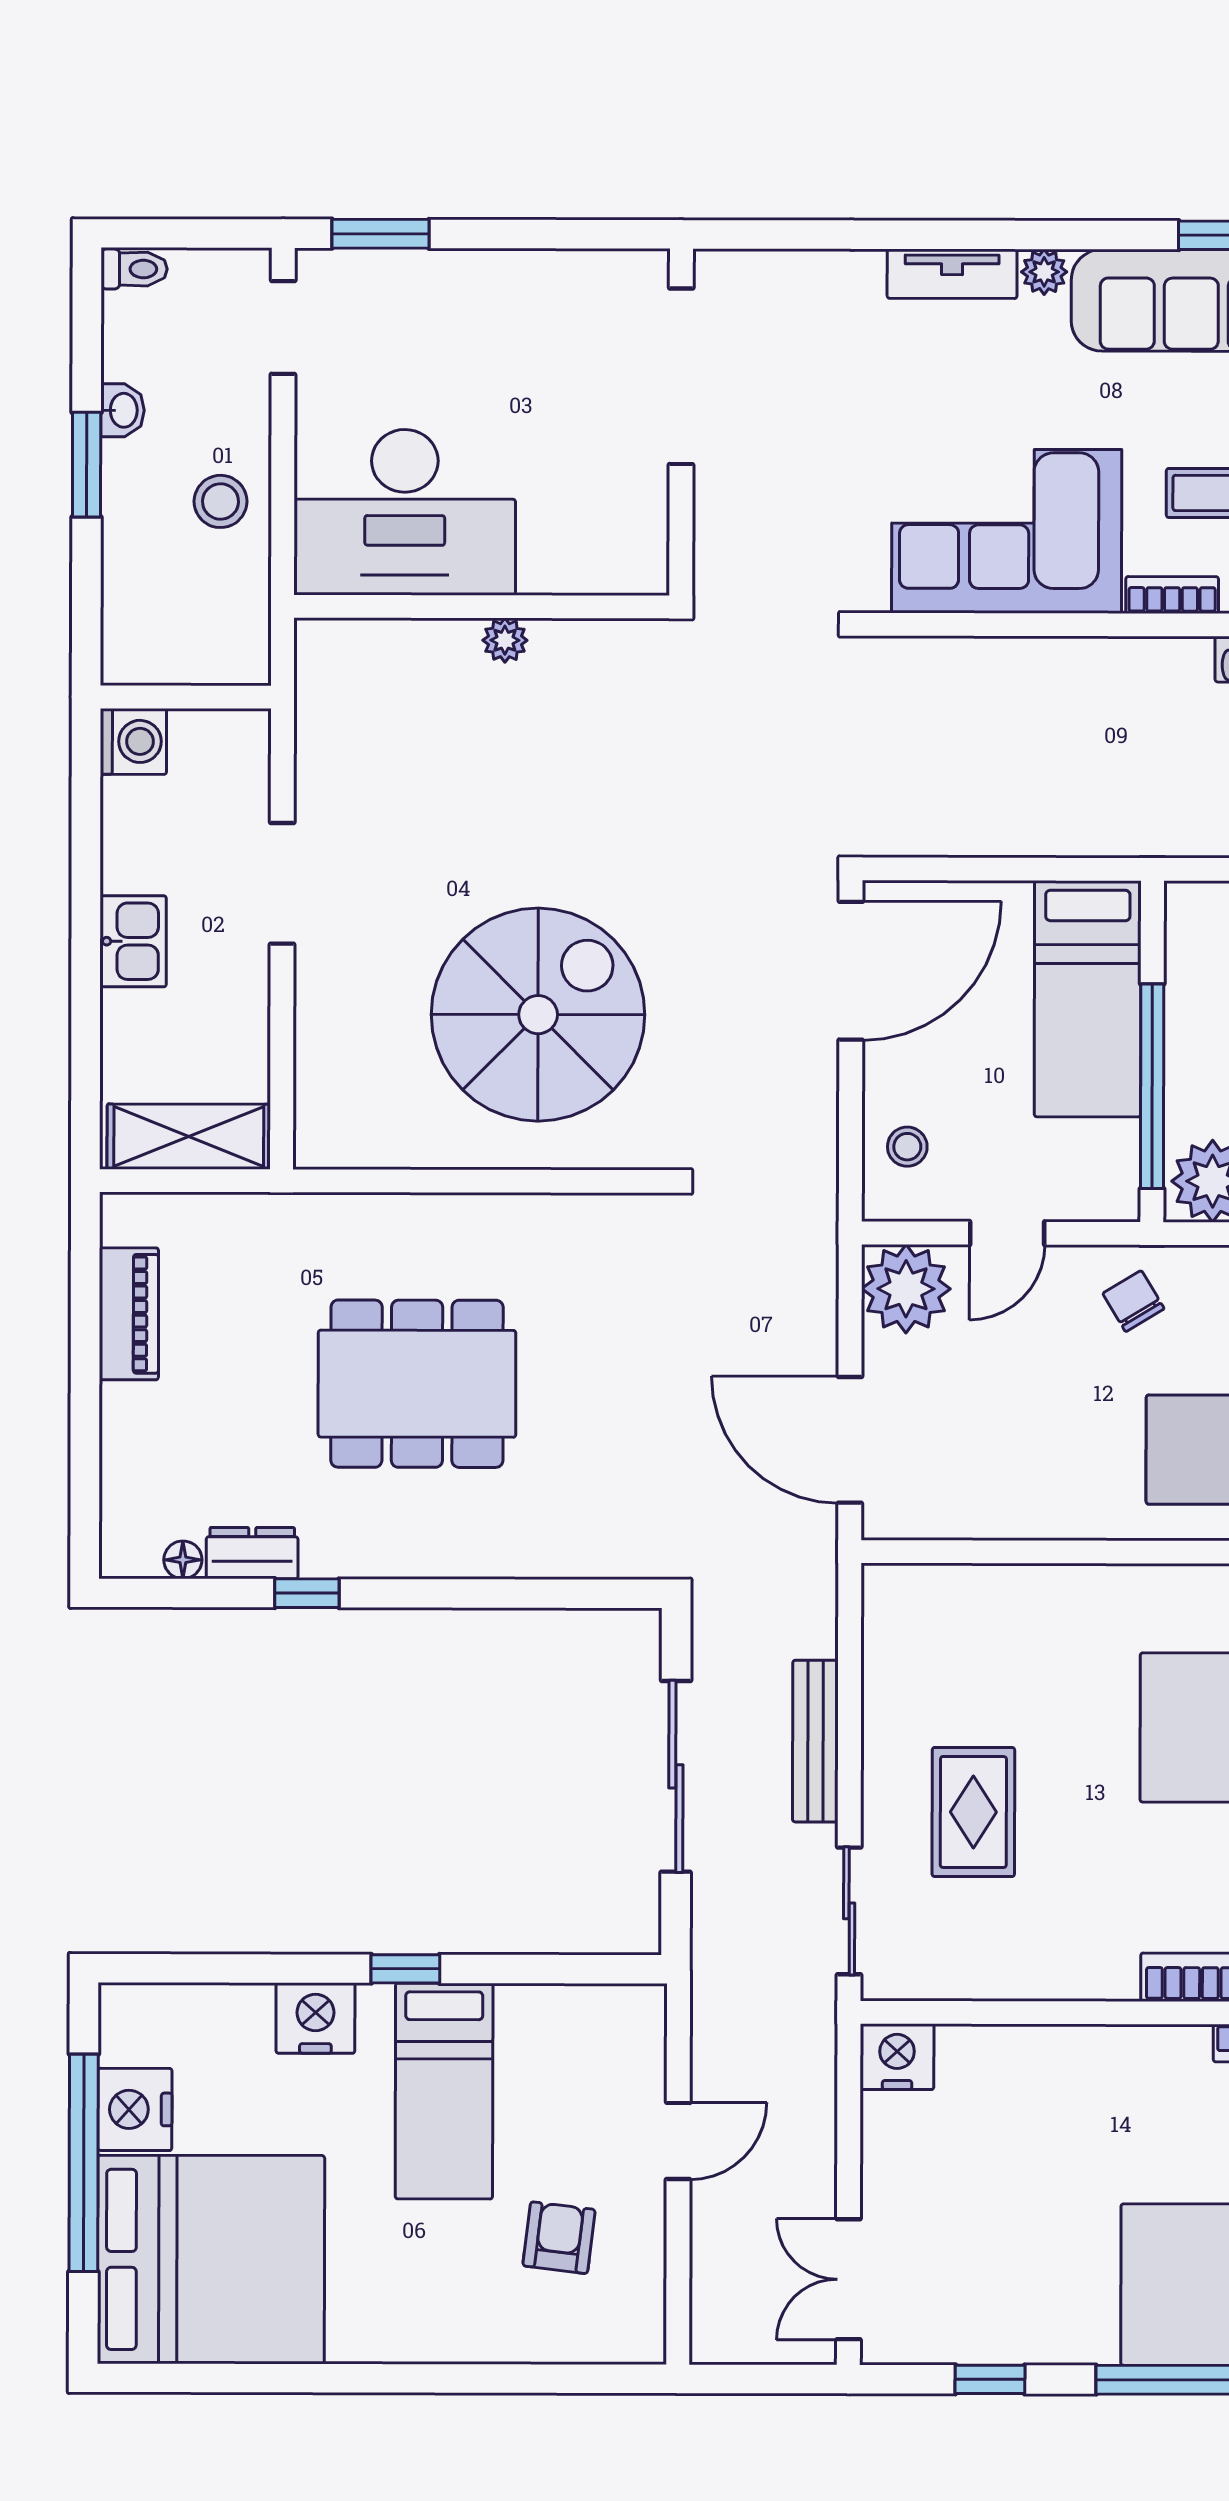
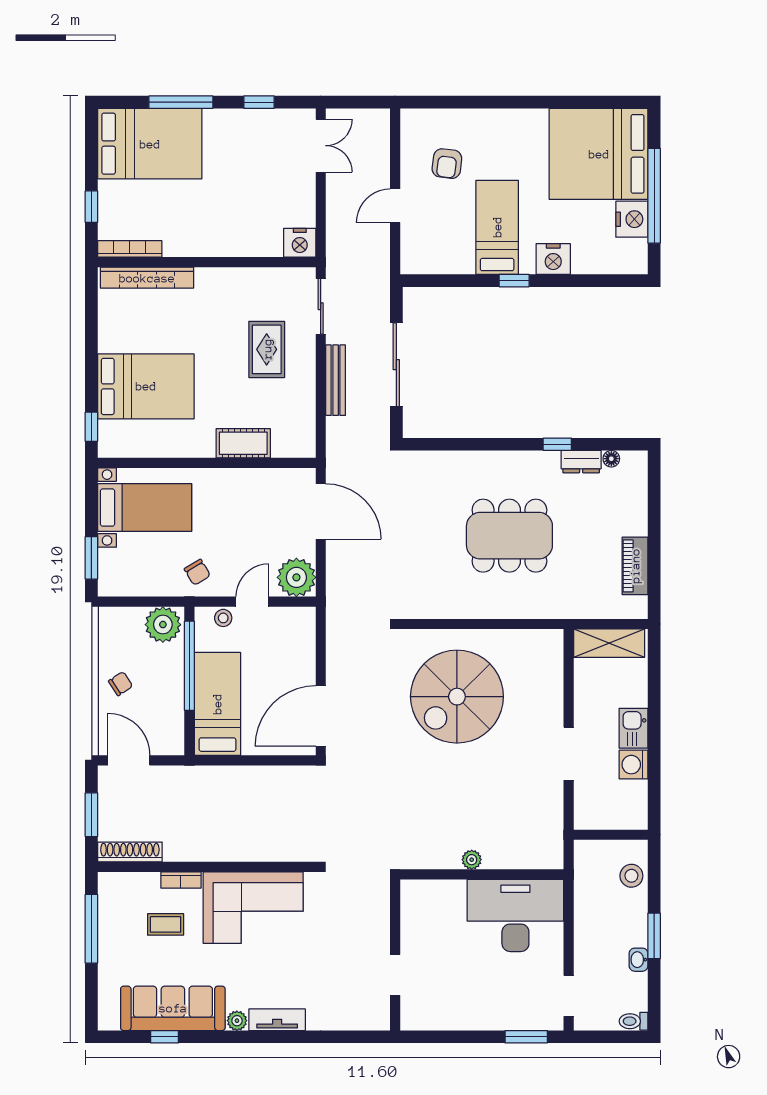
doorway: (681, 376) -> (395, 975), width x0.53
stool: (221, 501) -> (631, 876), moved
washing machine: (133, 741) -> (634, 765), moved
stool: (907, 1147) -> (223, 618), moved
cot: (1028, 1597) -> (243, 443), added

